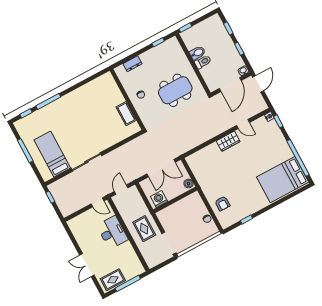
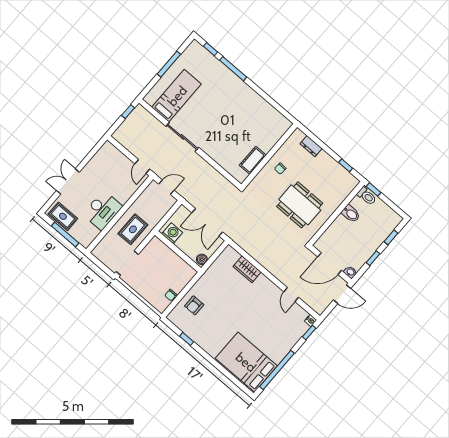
toilet: (203, 62) -> (367, 196), moved
wardrobe: (228, 141) -> (247, 269), moved
desk: (112, 232) -> (103, 210), moved

